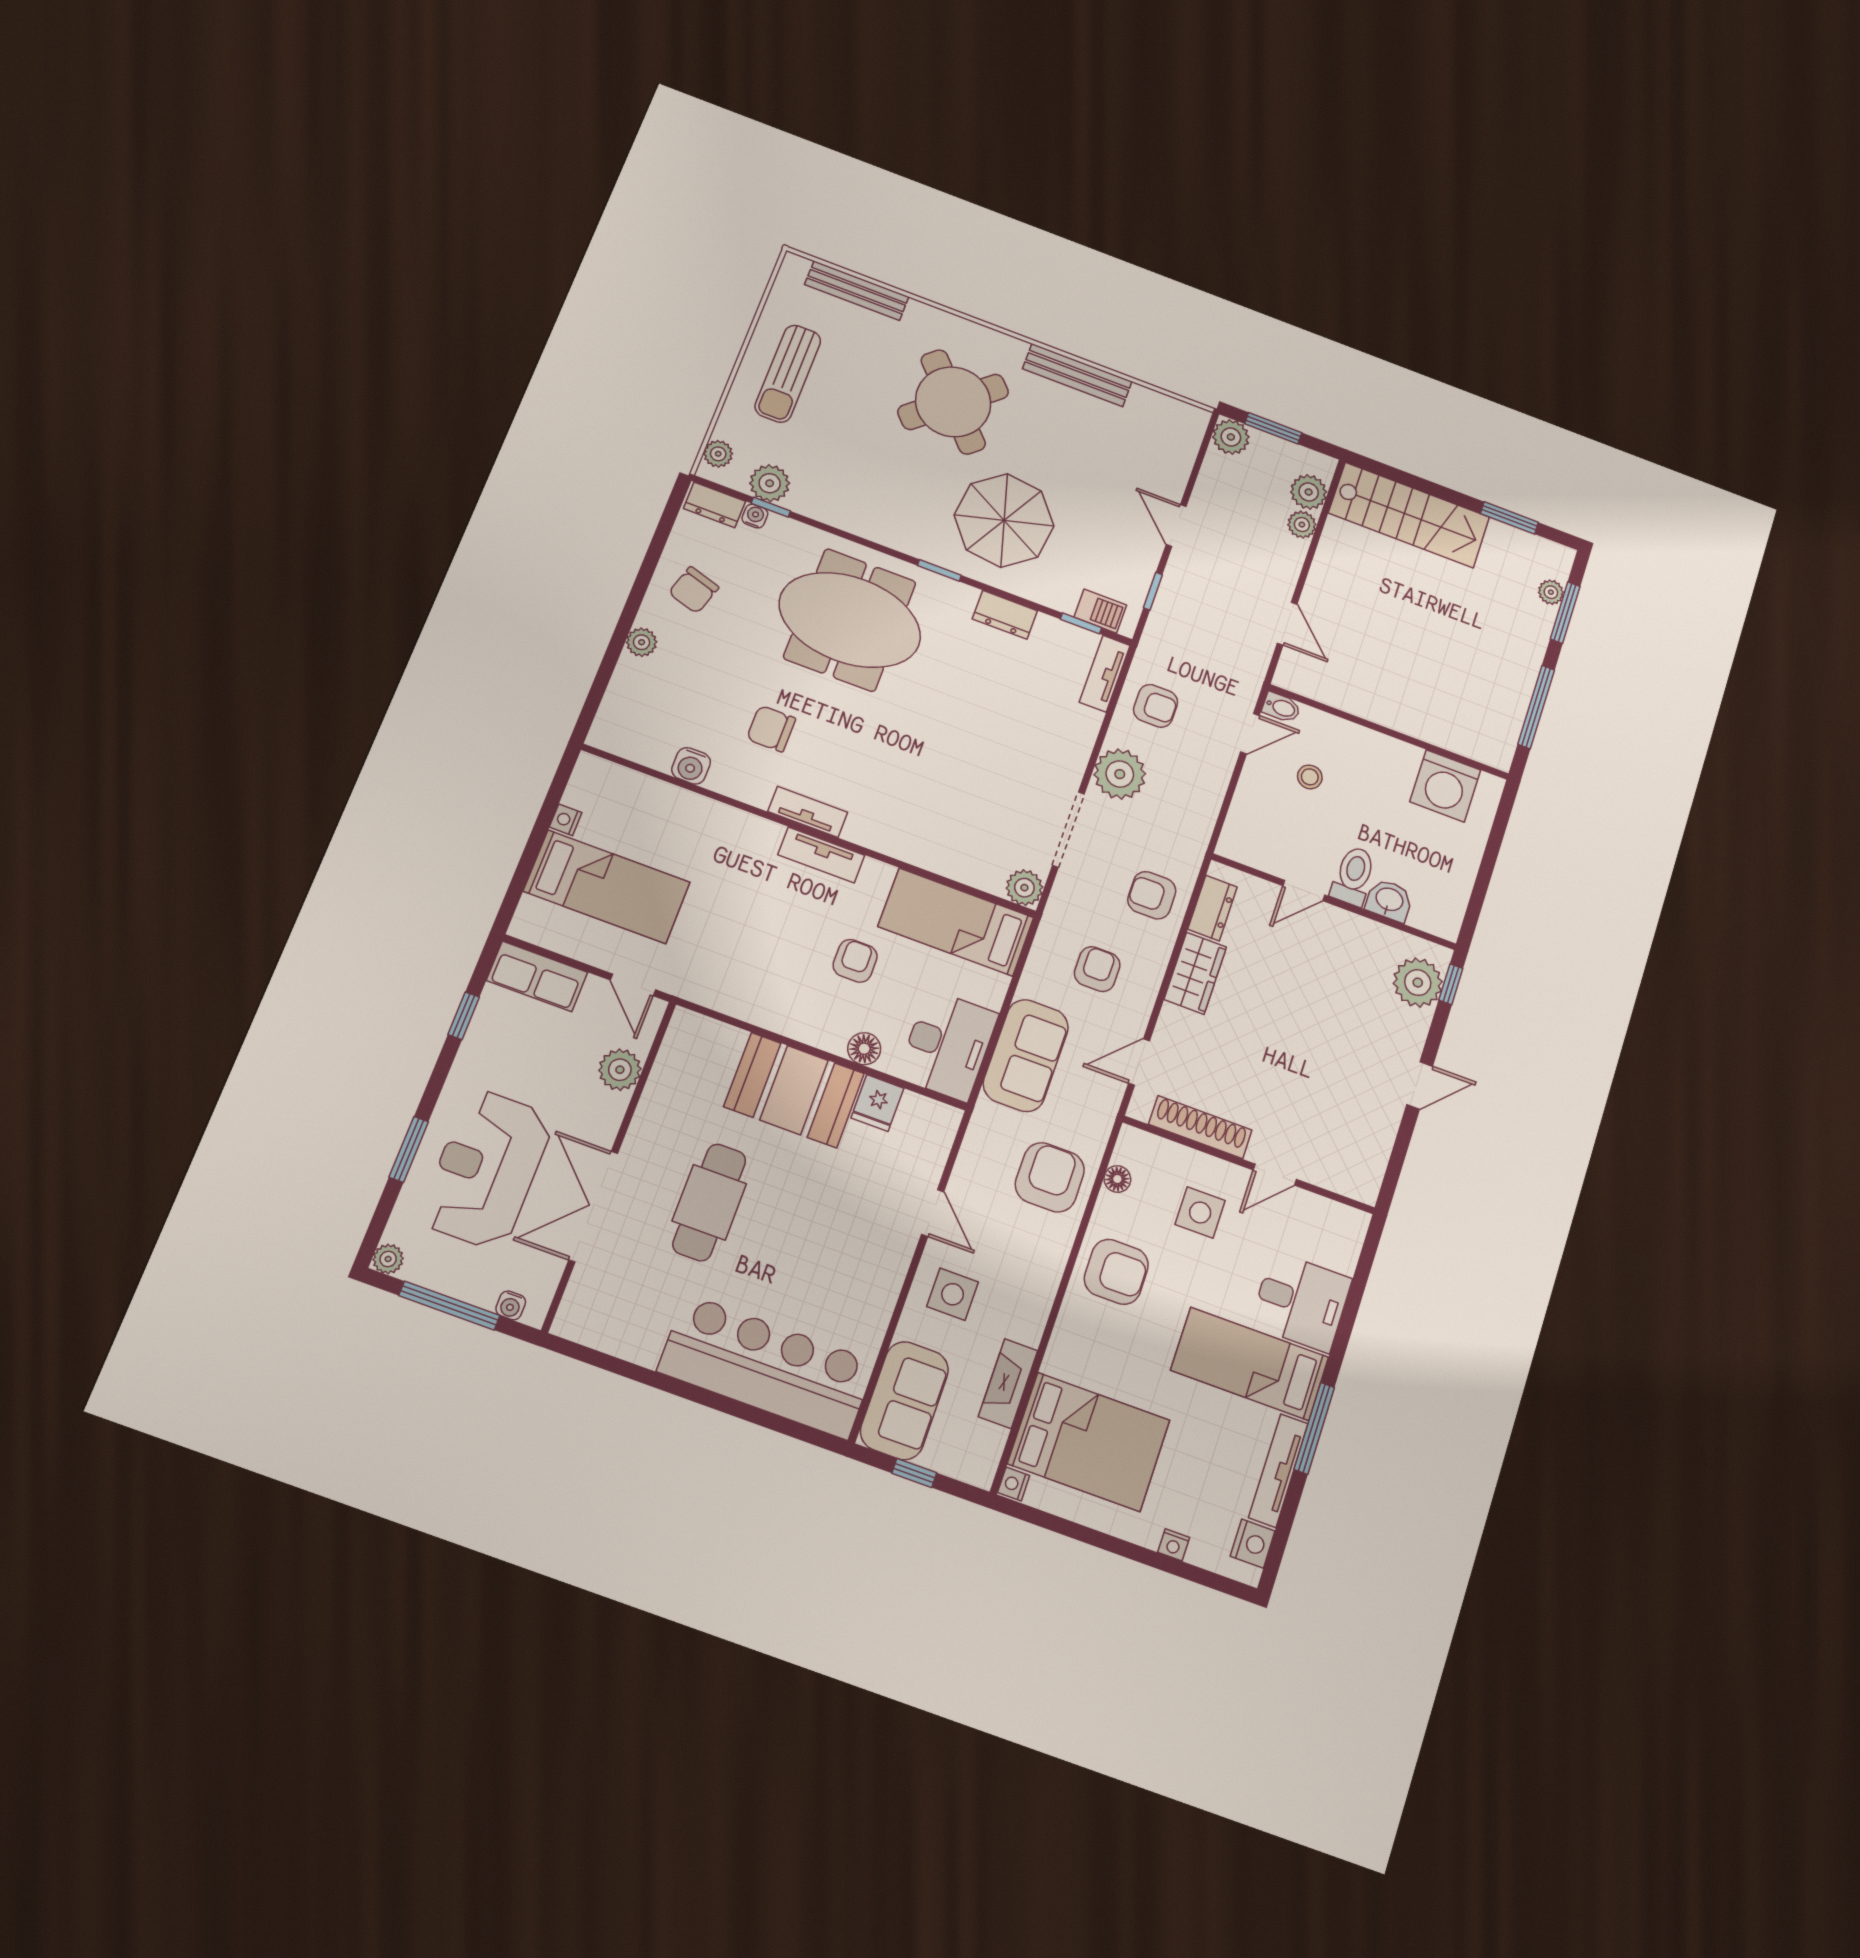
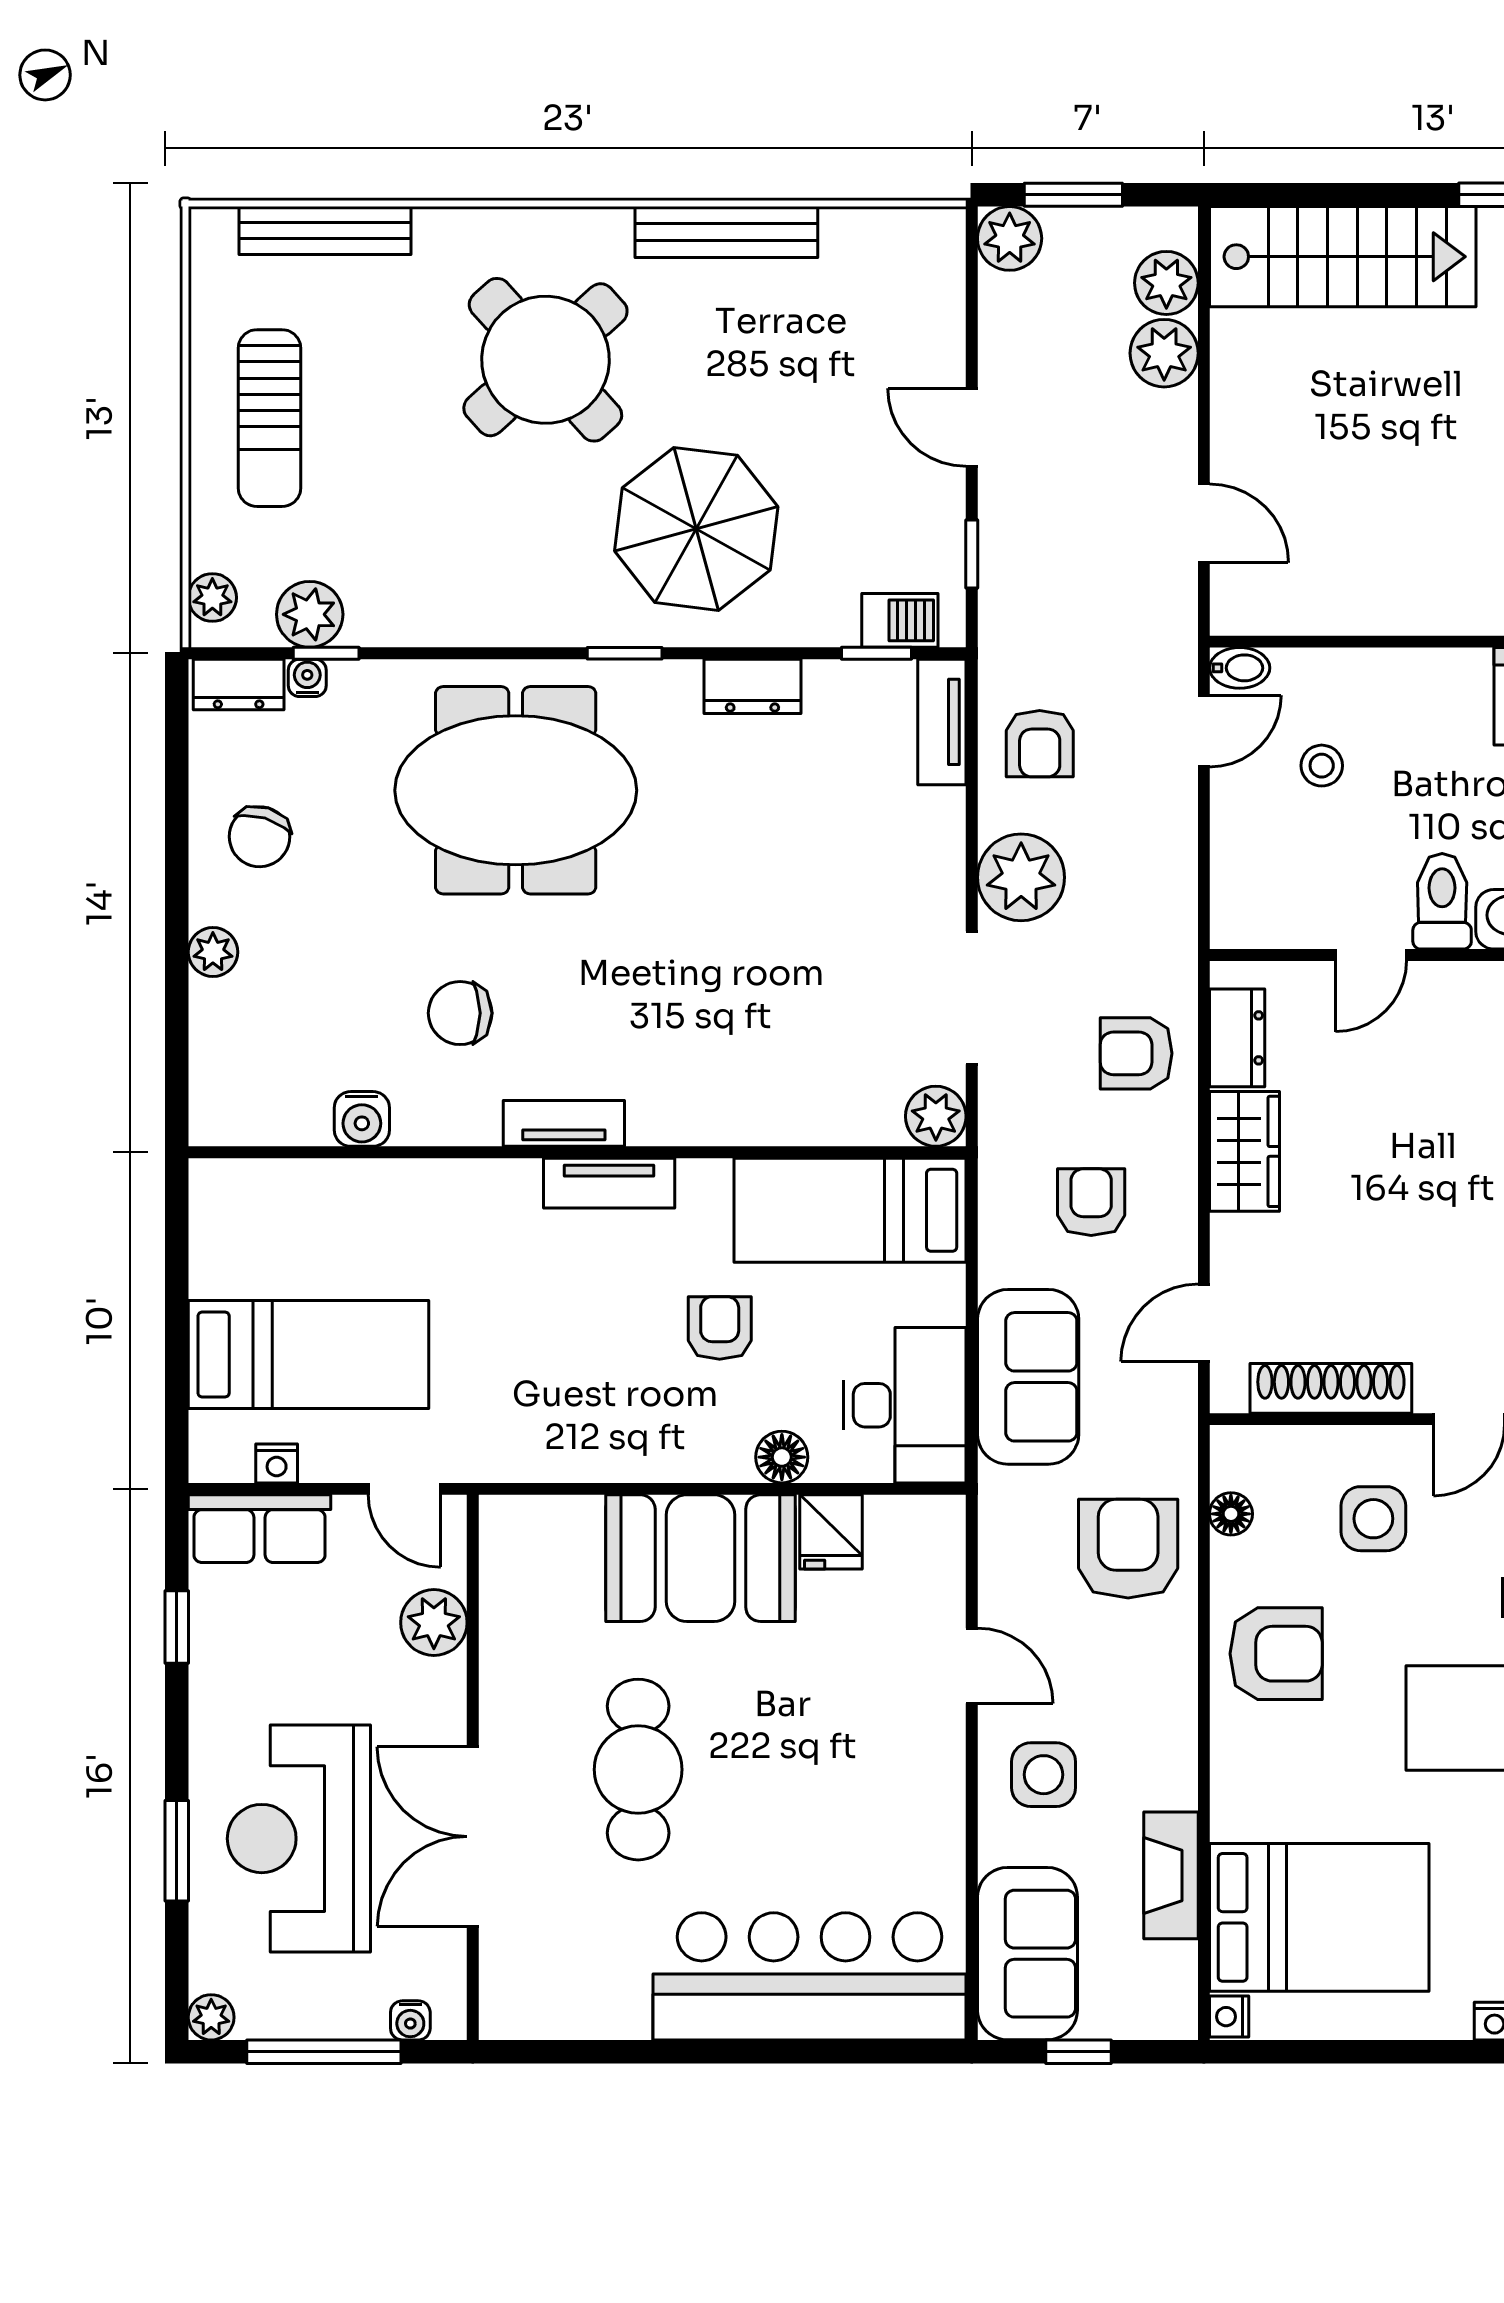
plant: (1302, 525) -> (1164, 353), width x1.38, depth x1.38
armchair: (1156, 706) -> (1040, 744), turned 90
nightstand: (566, 820) -> (277, 1463), moved, turned -90

